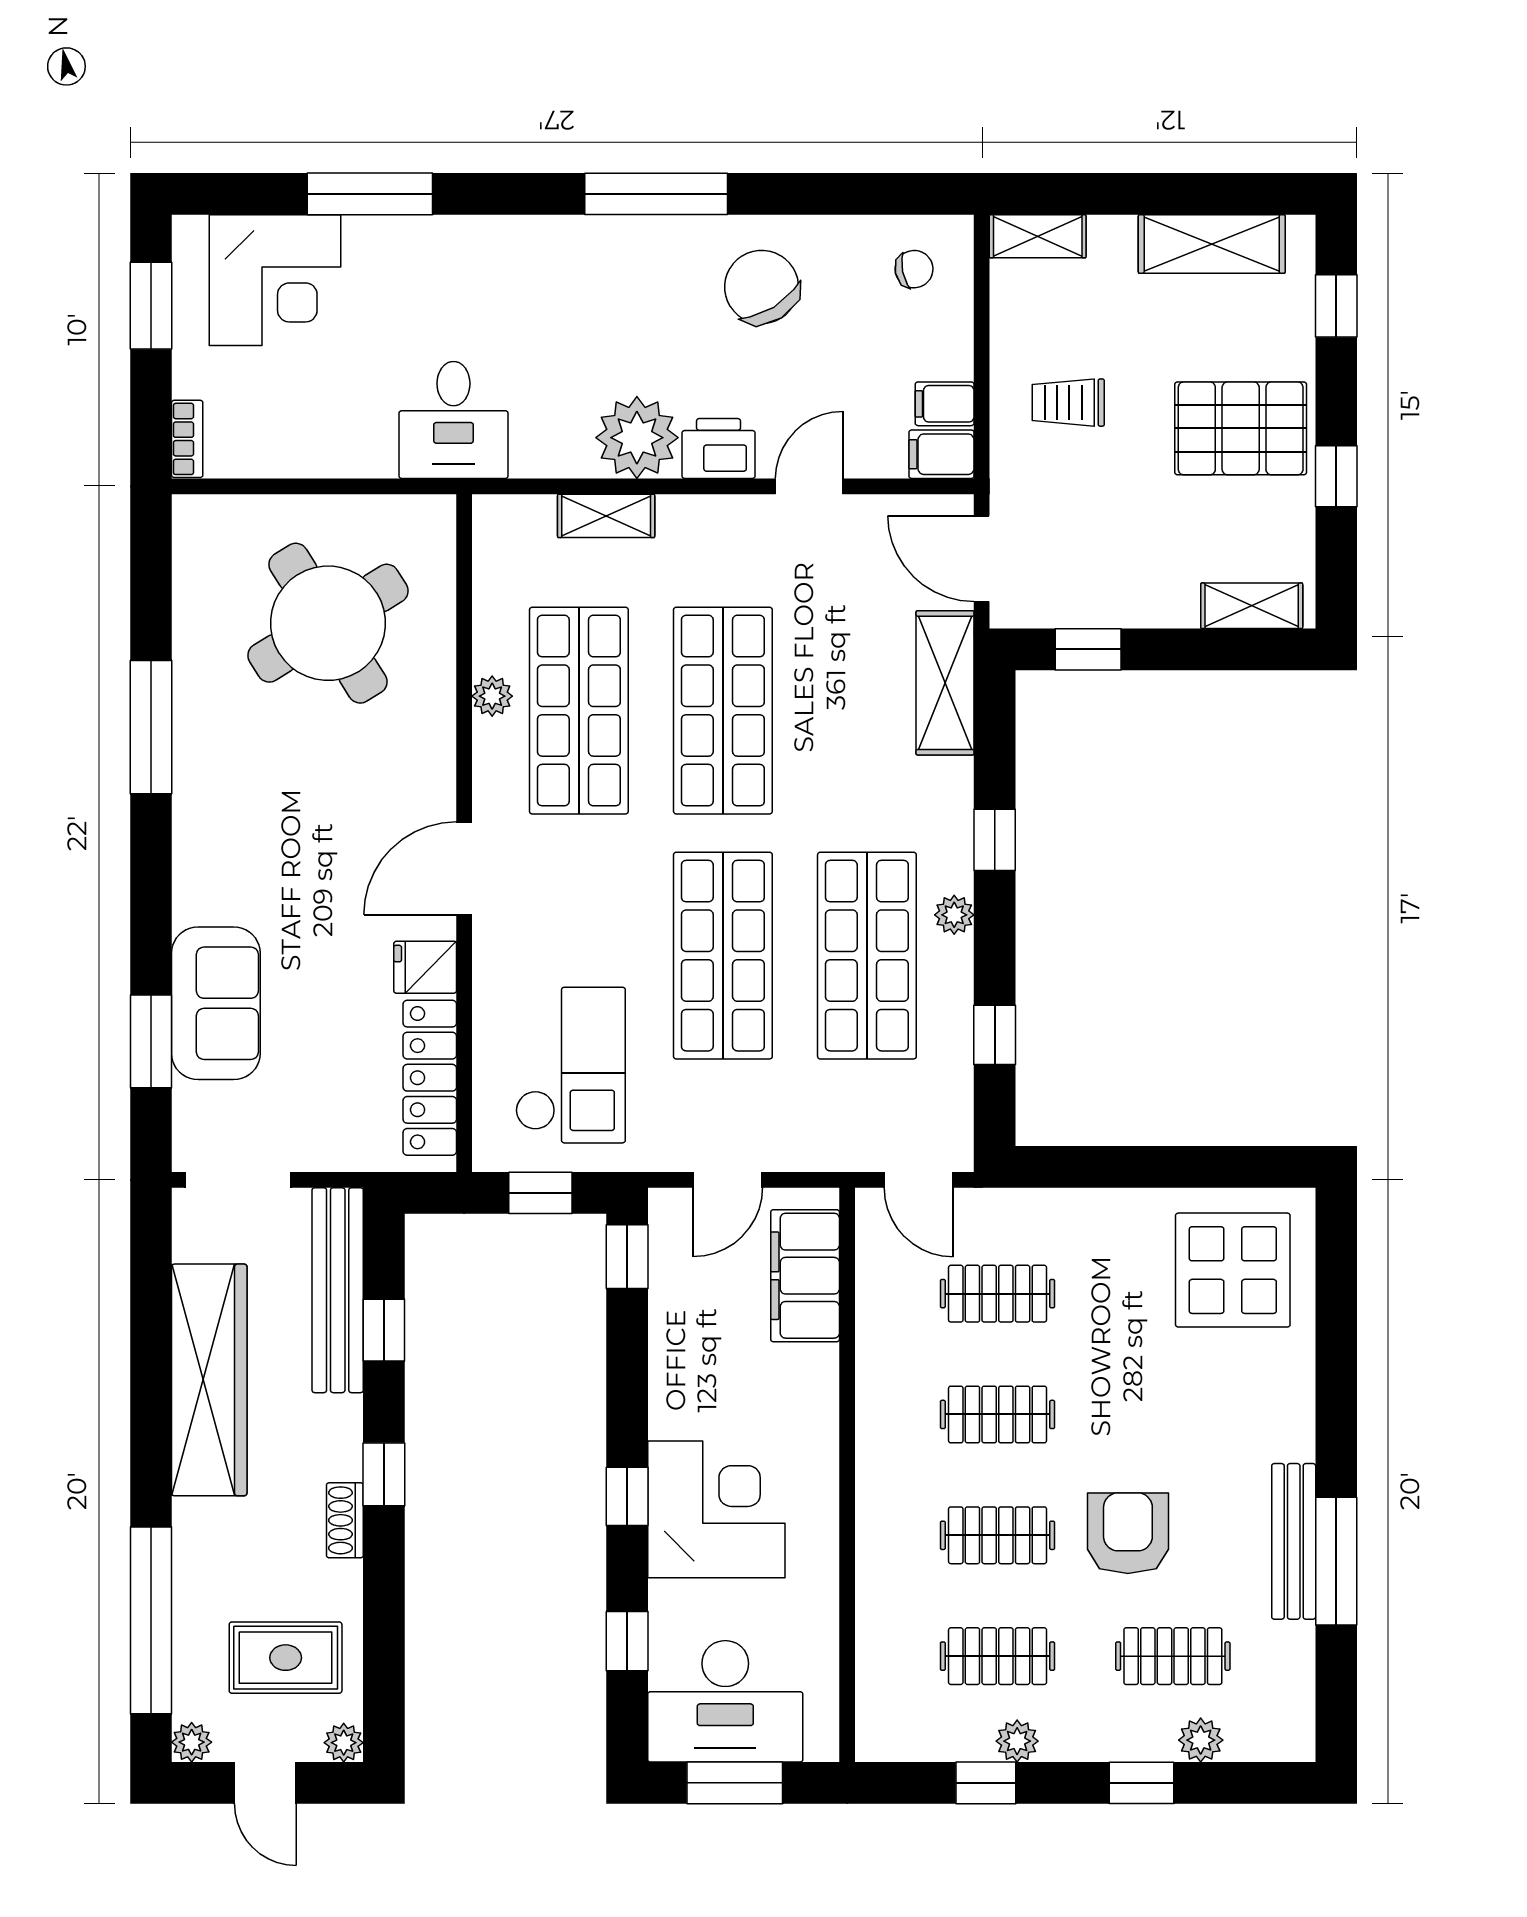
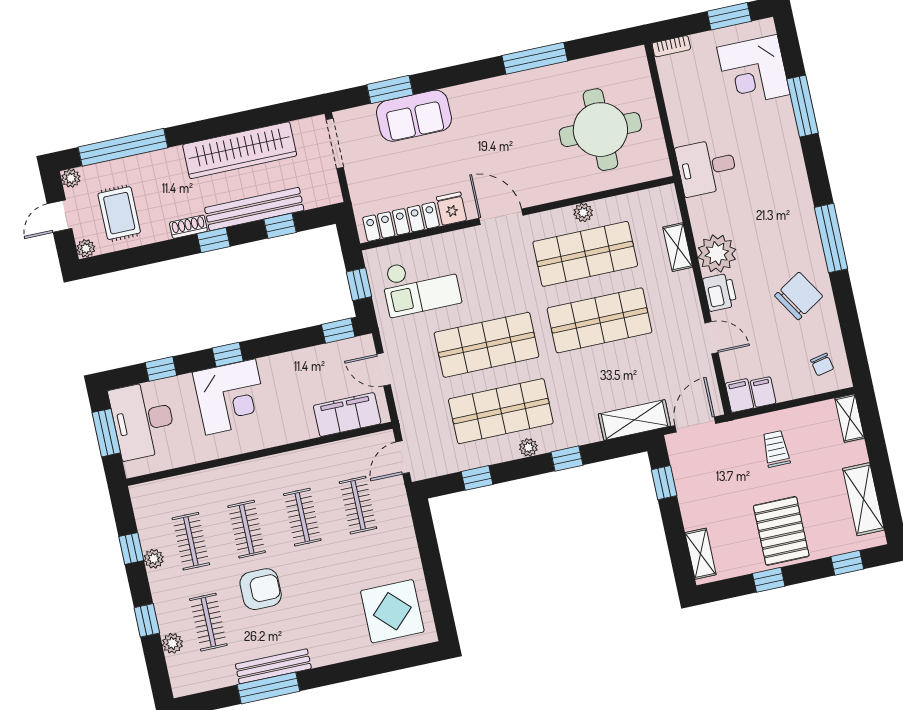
round table: (328, 623) -> (600, 130), turned 32
bench: (338, 1290) -> (254, 209), moved

